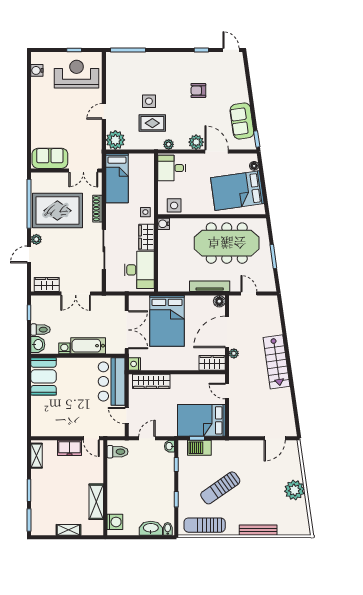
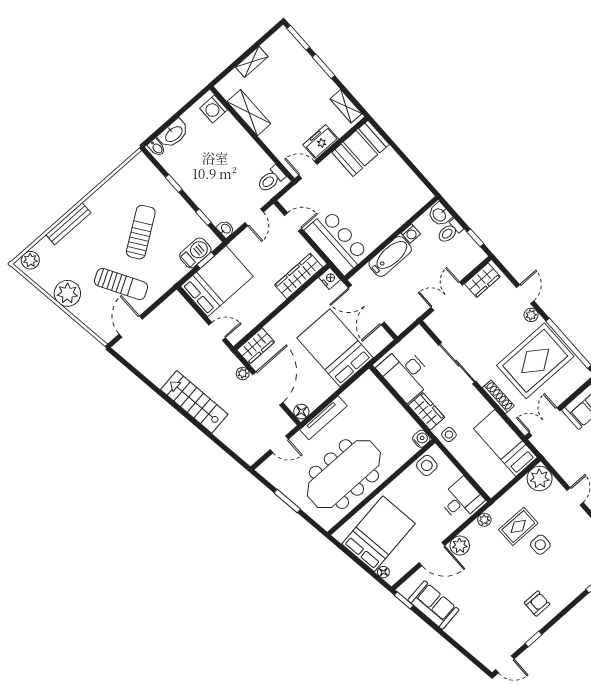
armchair: (198, 90) -> (537, 604), moved
booth: (44, 376) -> (360, 148), moved, turned 90
sun lounger: (205, 525) -> (121, 284), moved, turned 60
plant: (299, 528) -> (30, 260), added

